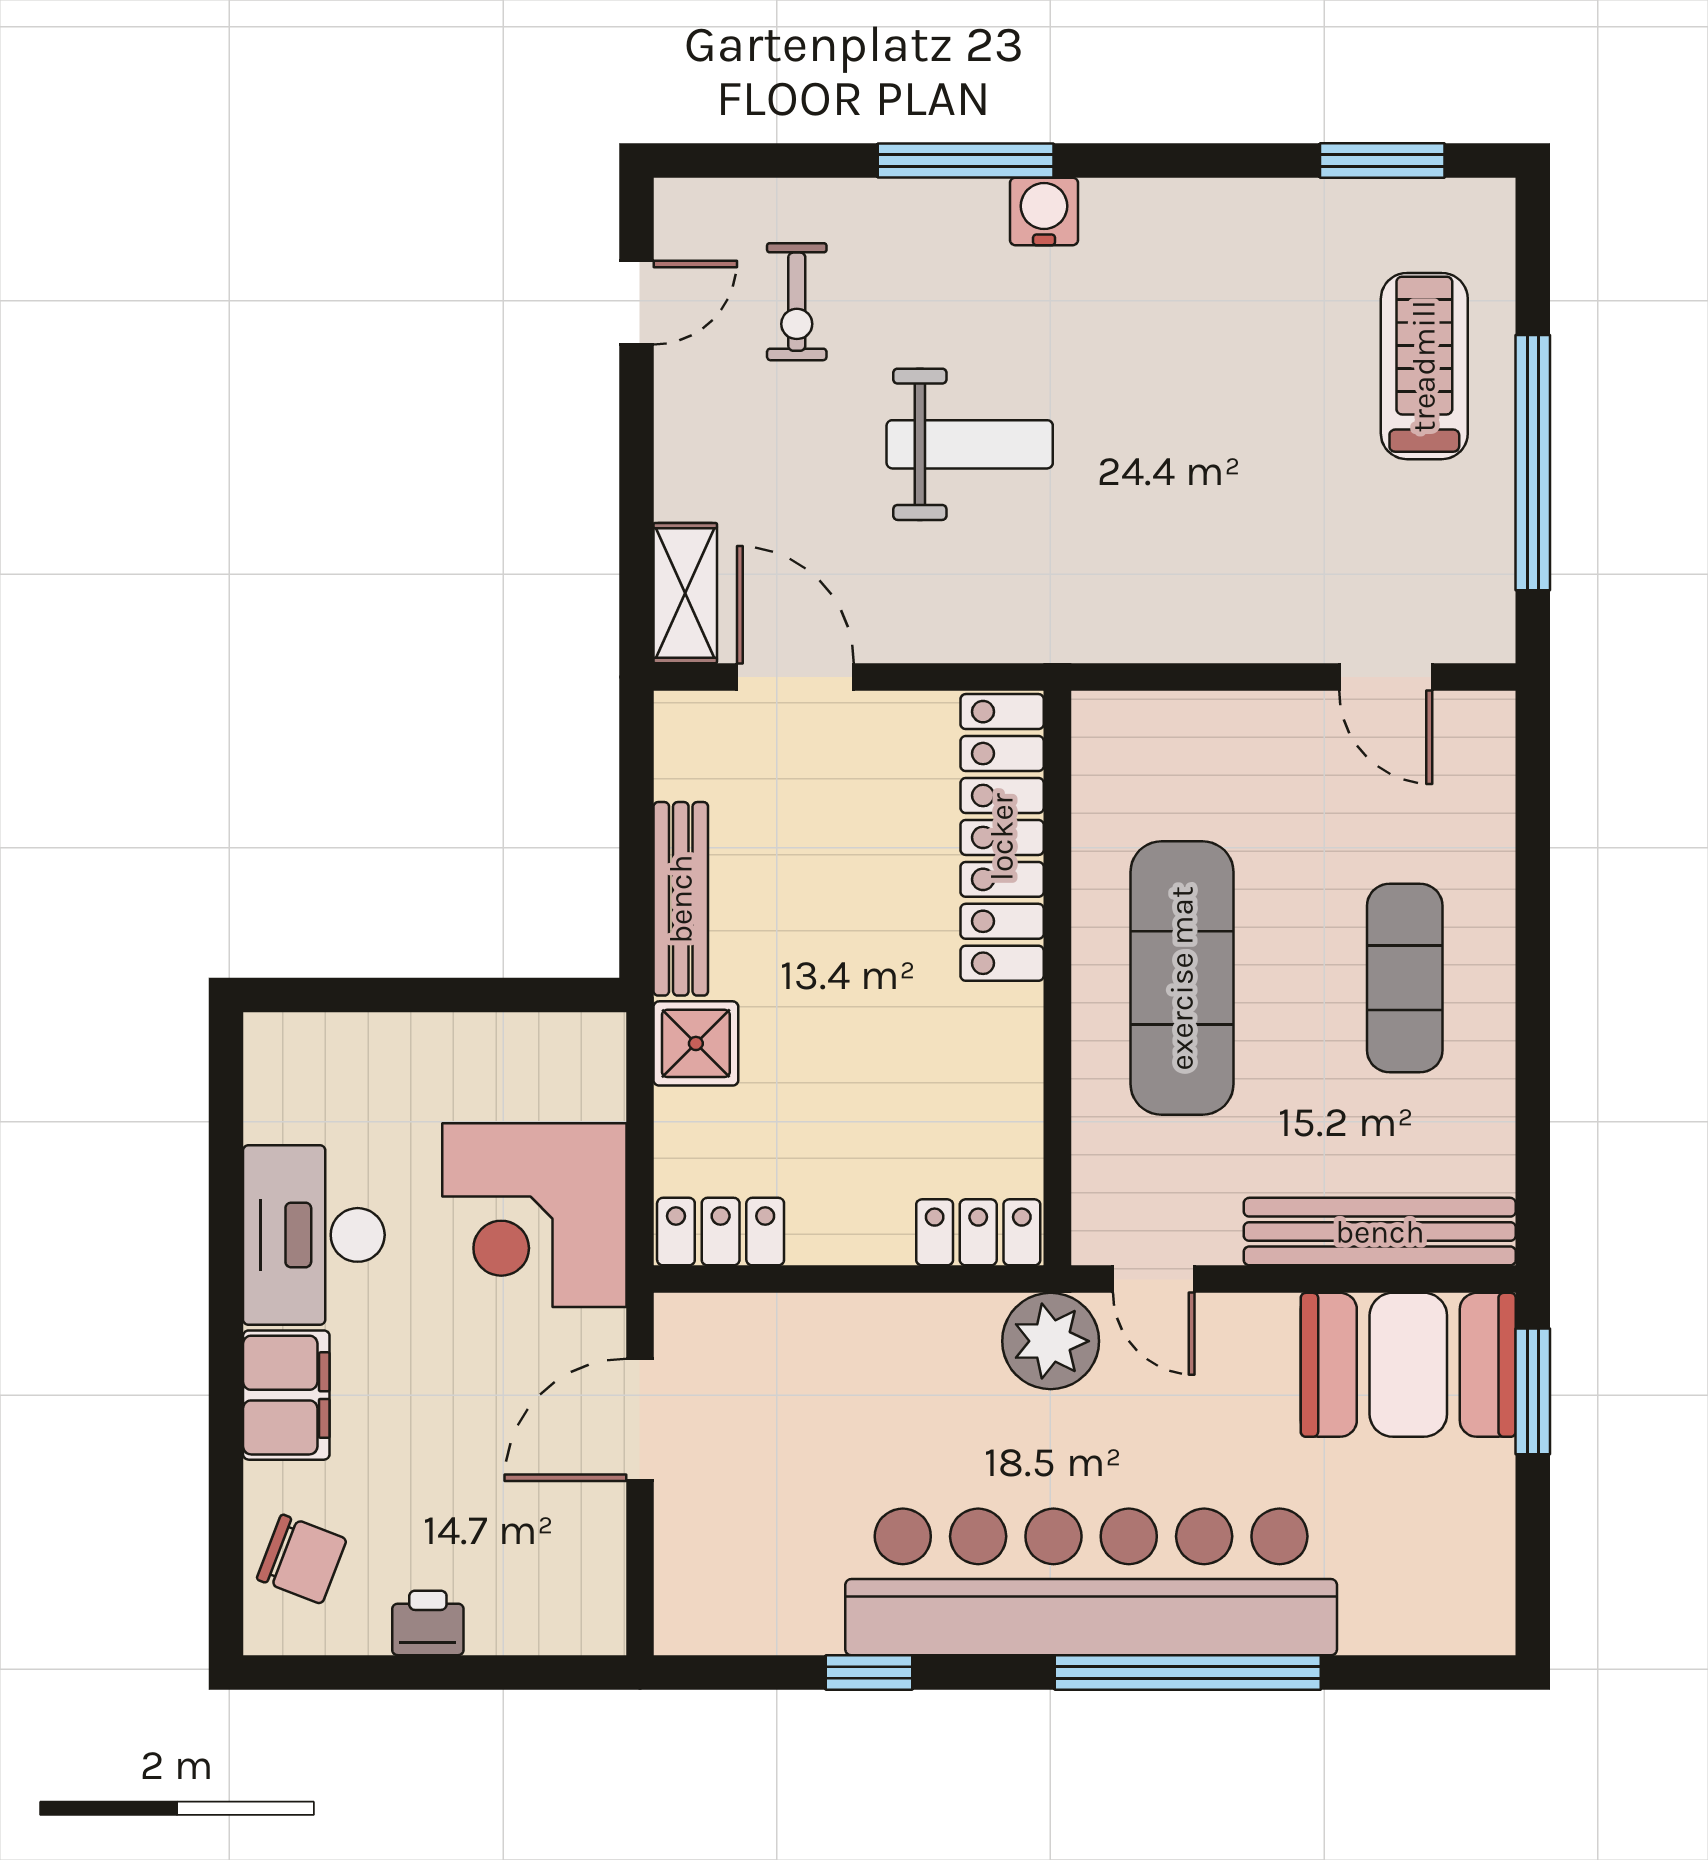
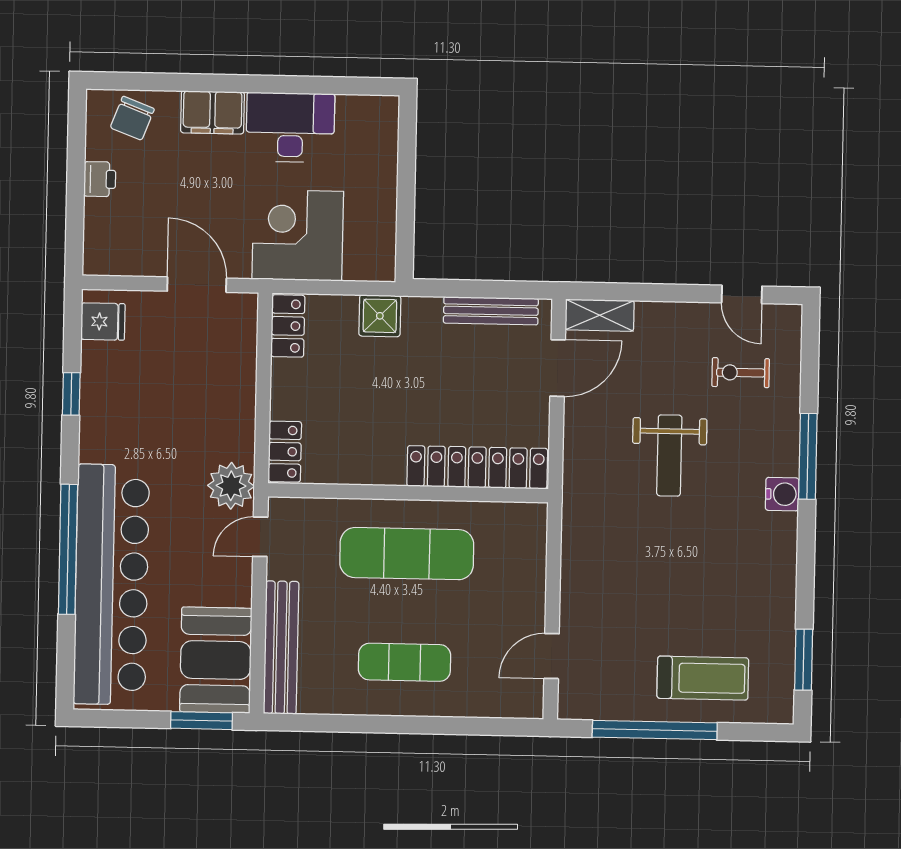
bench: (681, 899) -> (491, 311), moved
bar counter: (1091, 1582) -> (111, 585), moved
fridge: (720, 1611) -> (103, 322), added

